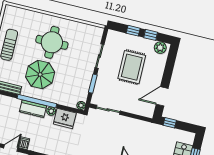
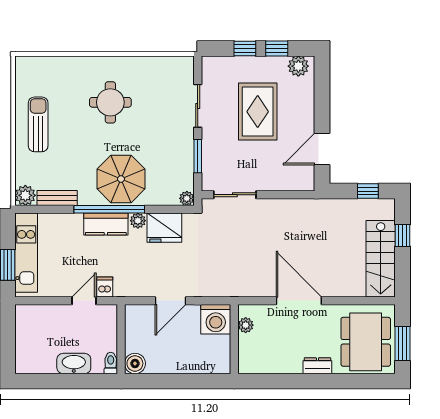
round table: (52, 42) -> (110, 102), width x0.73, depth x0.73
parasol: (40, 74) -> (121, 179), moved
window: (170, 123) -> (368, 191), moved

